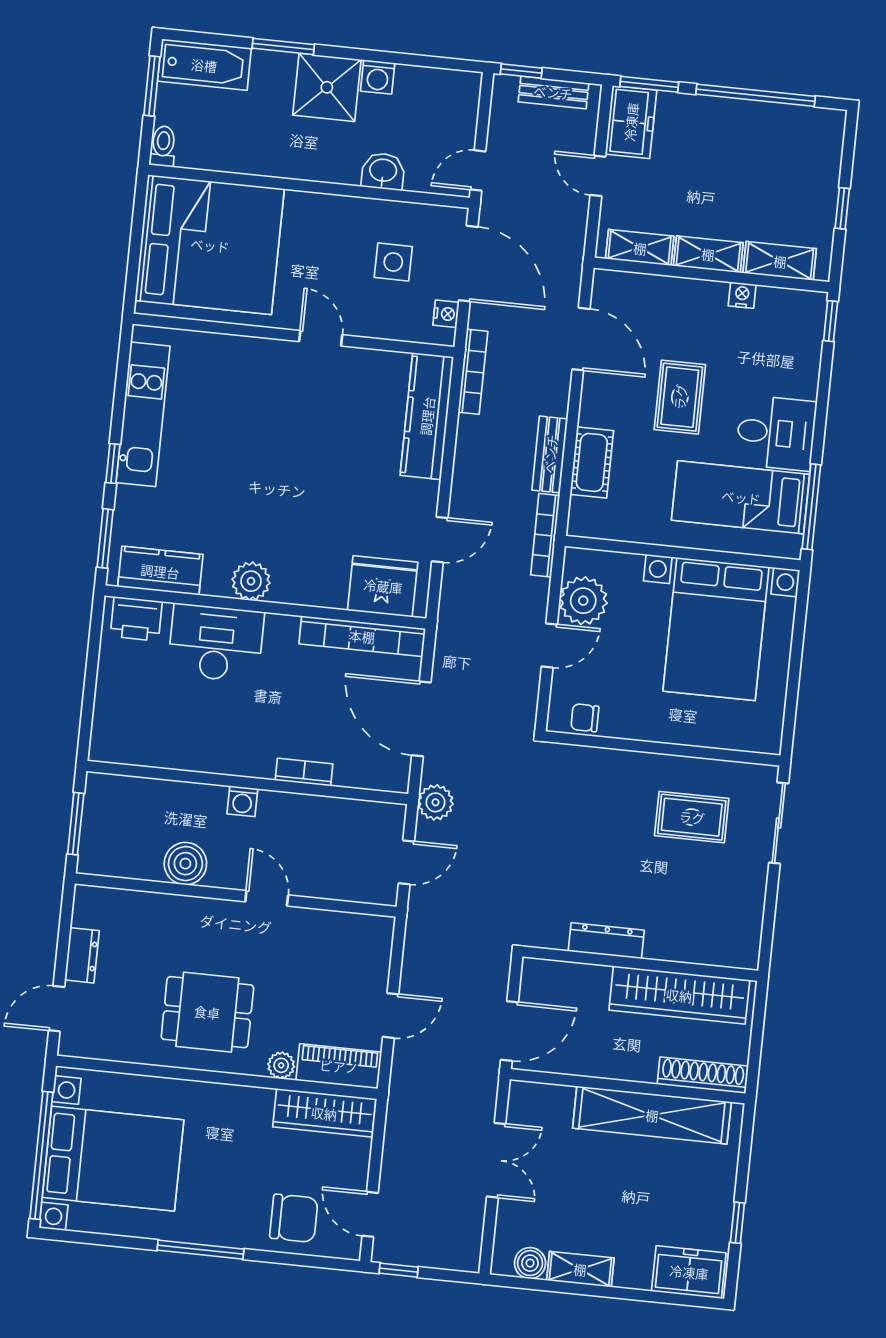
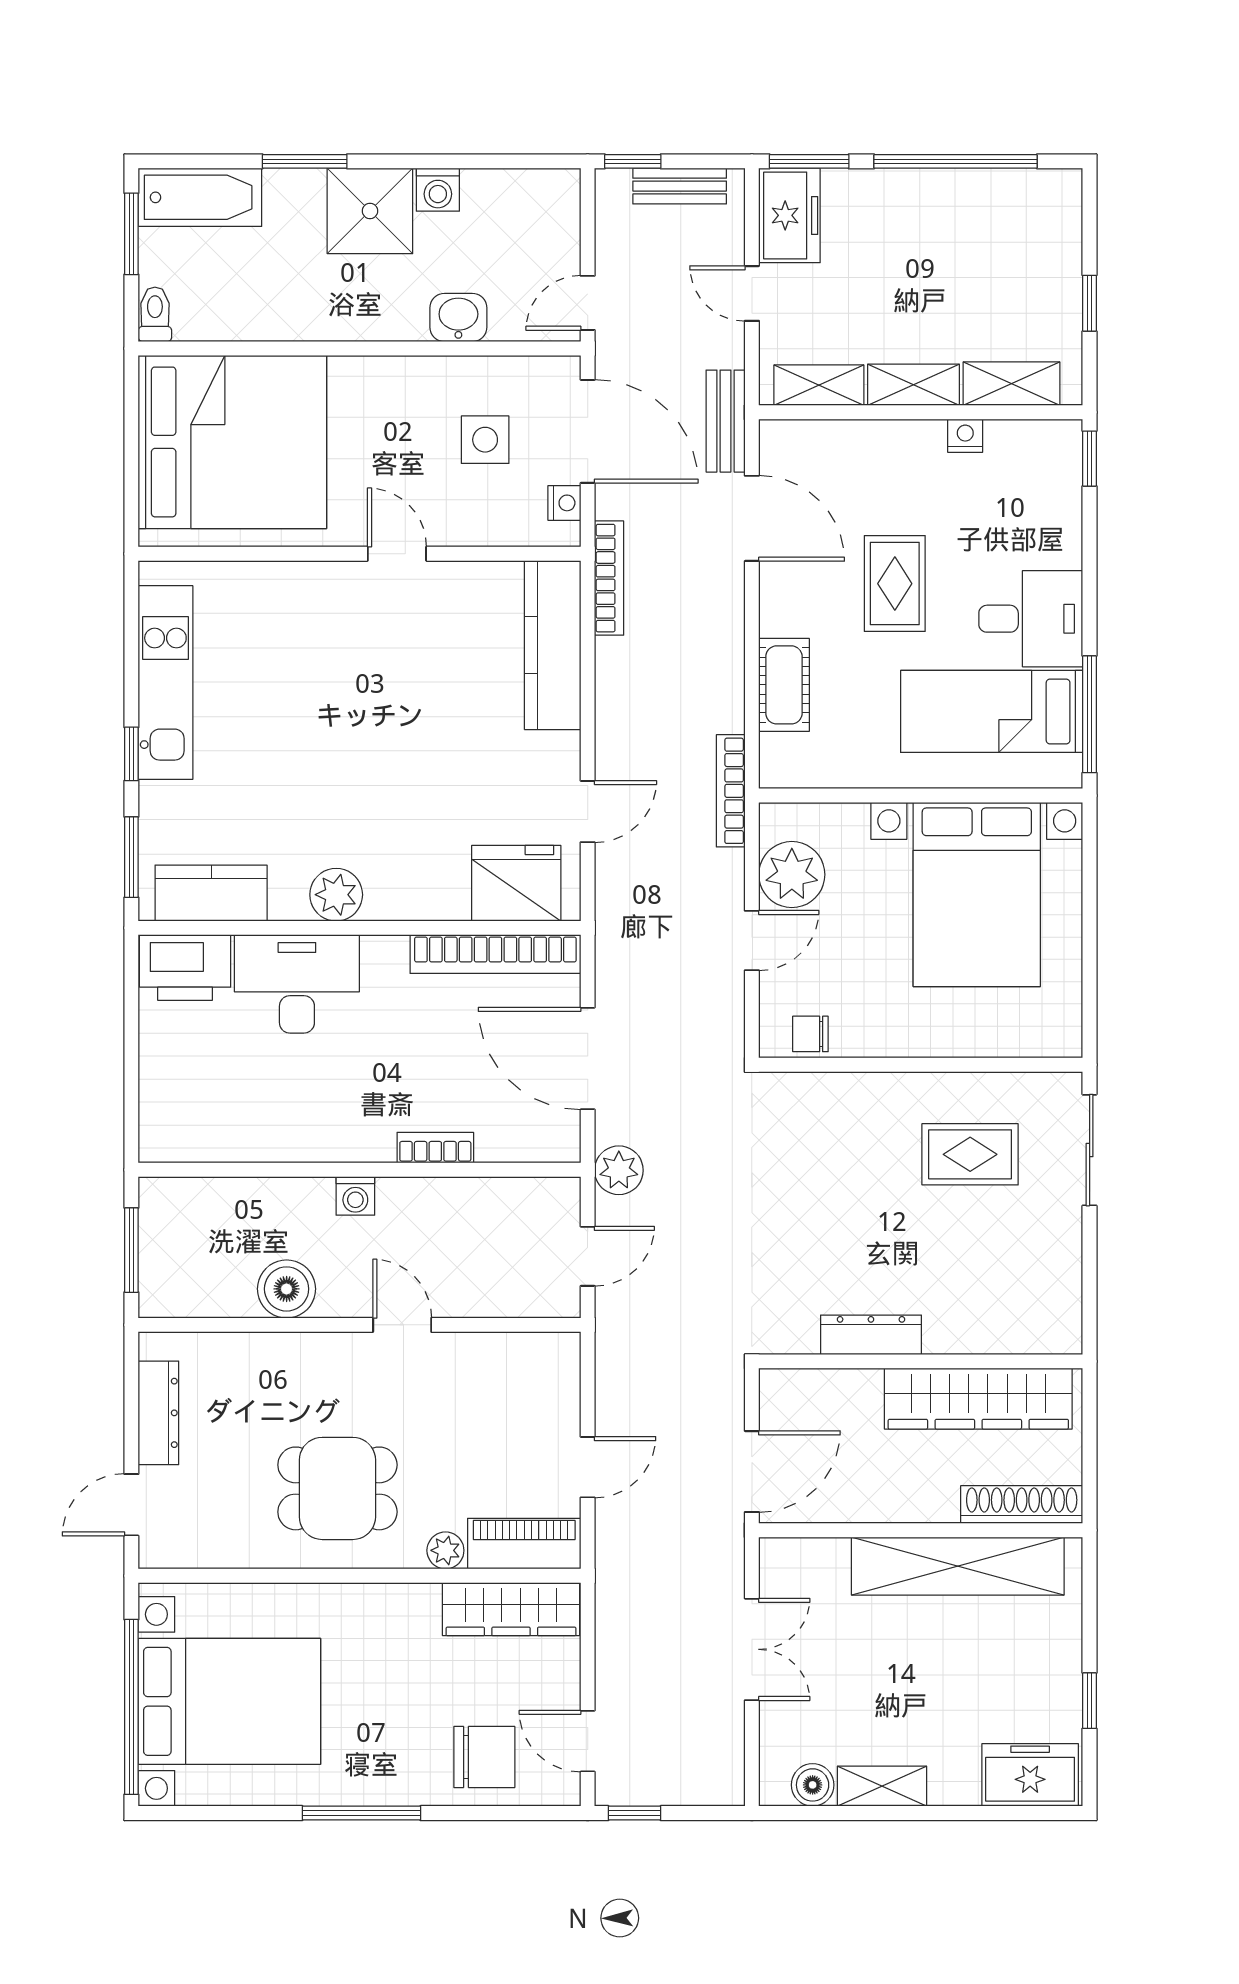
bench: (550, 454) -> (726, 421), moved
printer: (136, 619) -> (185, 968), width x1.37, depth x1.19
dresser: (82, 955) -> (158, 1413), width x1.44

